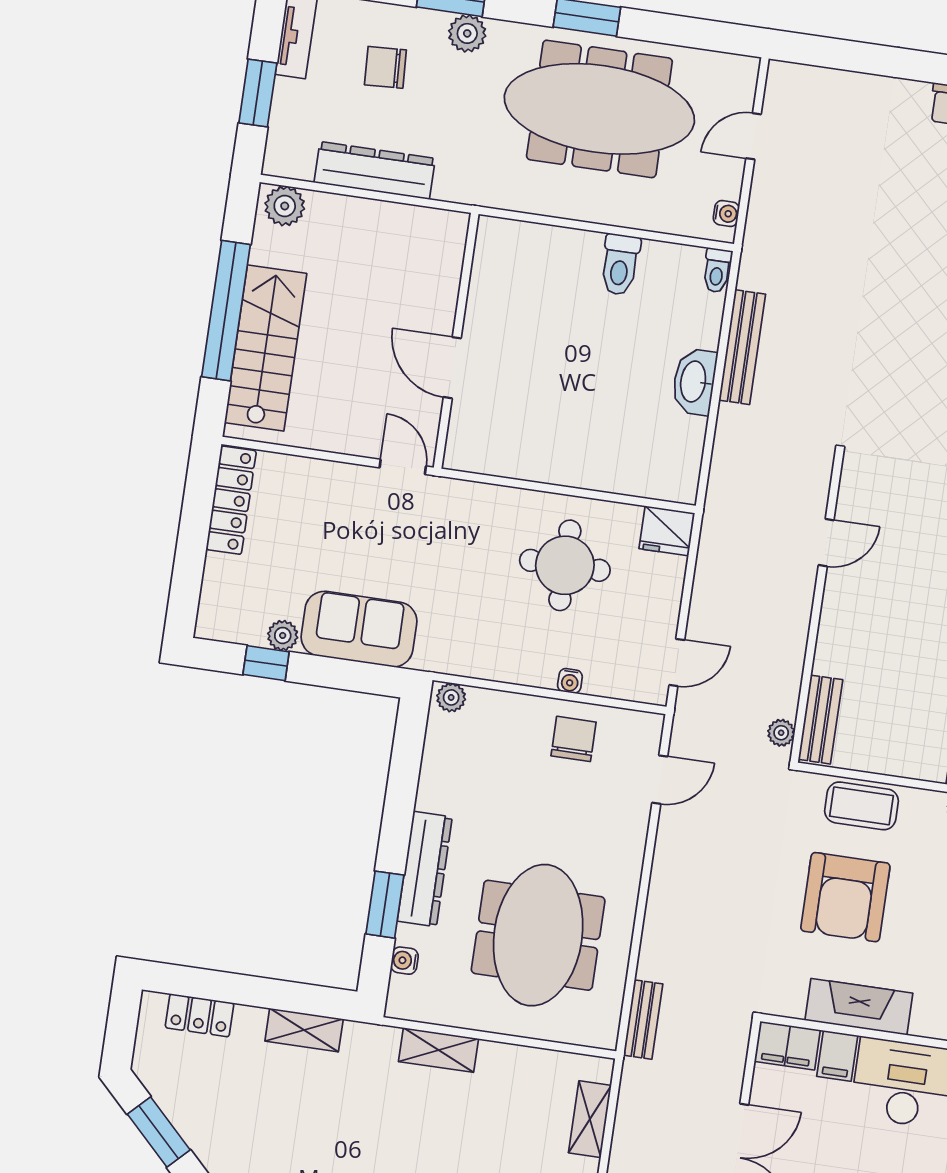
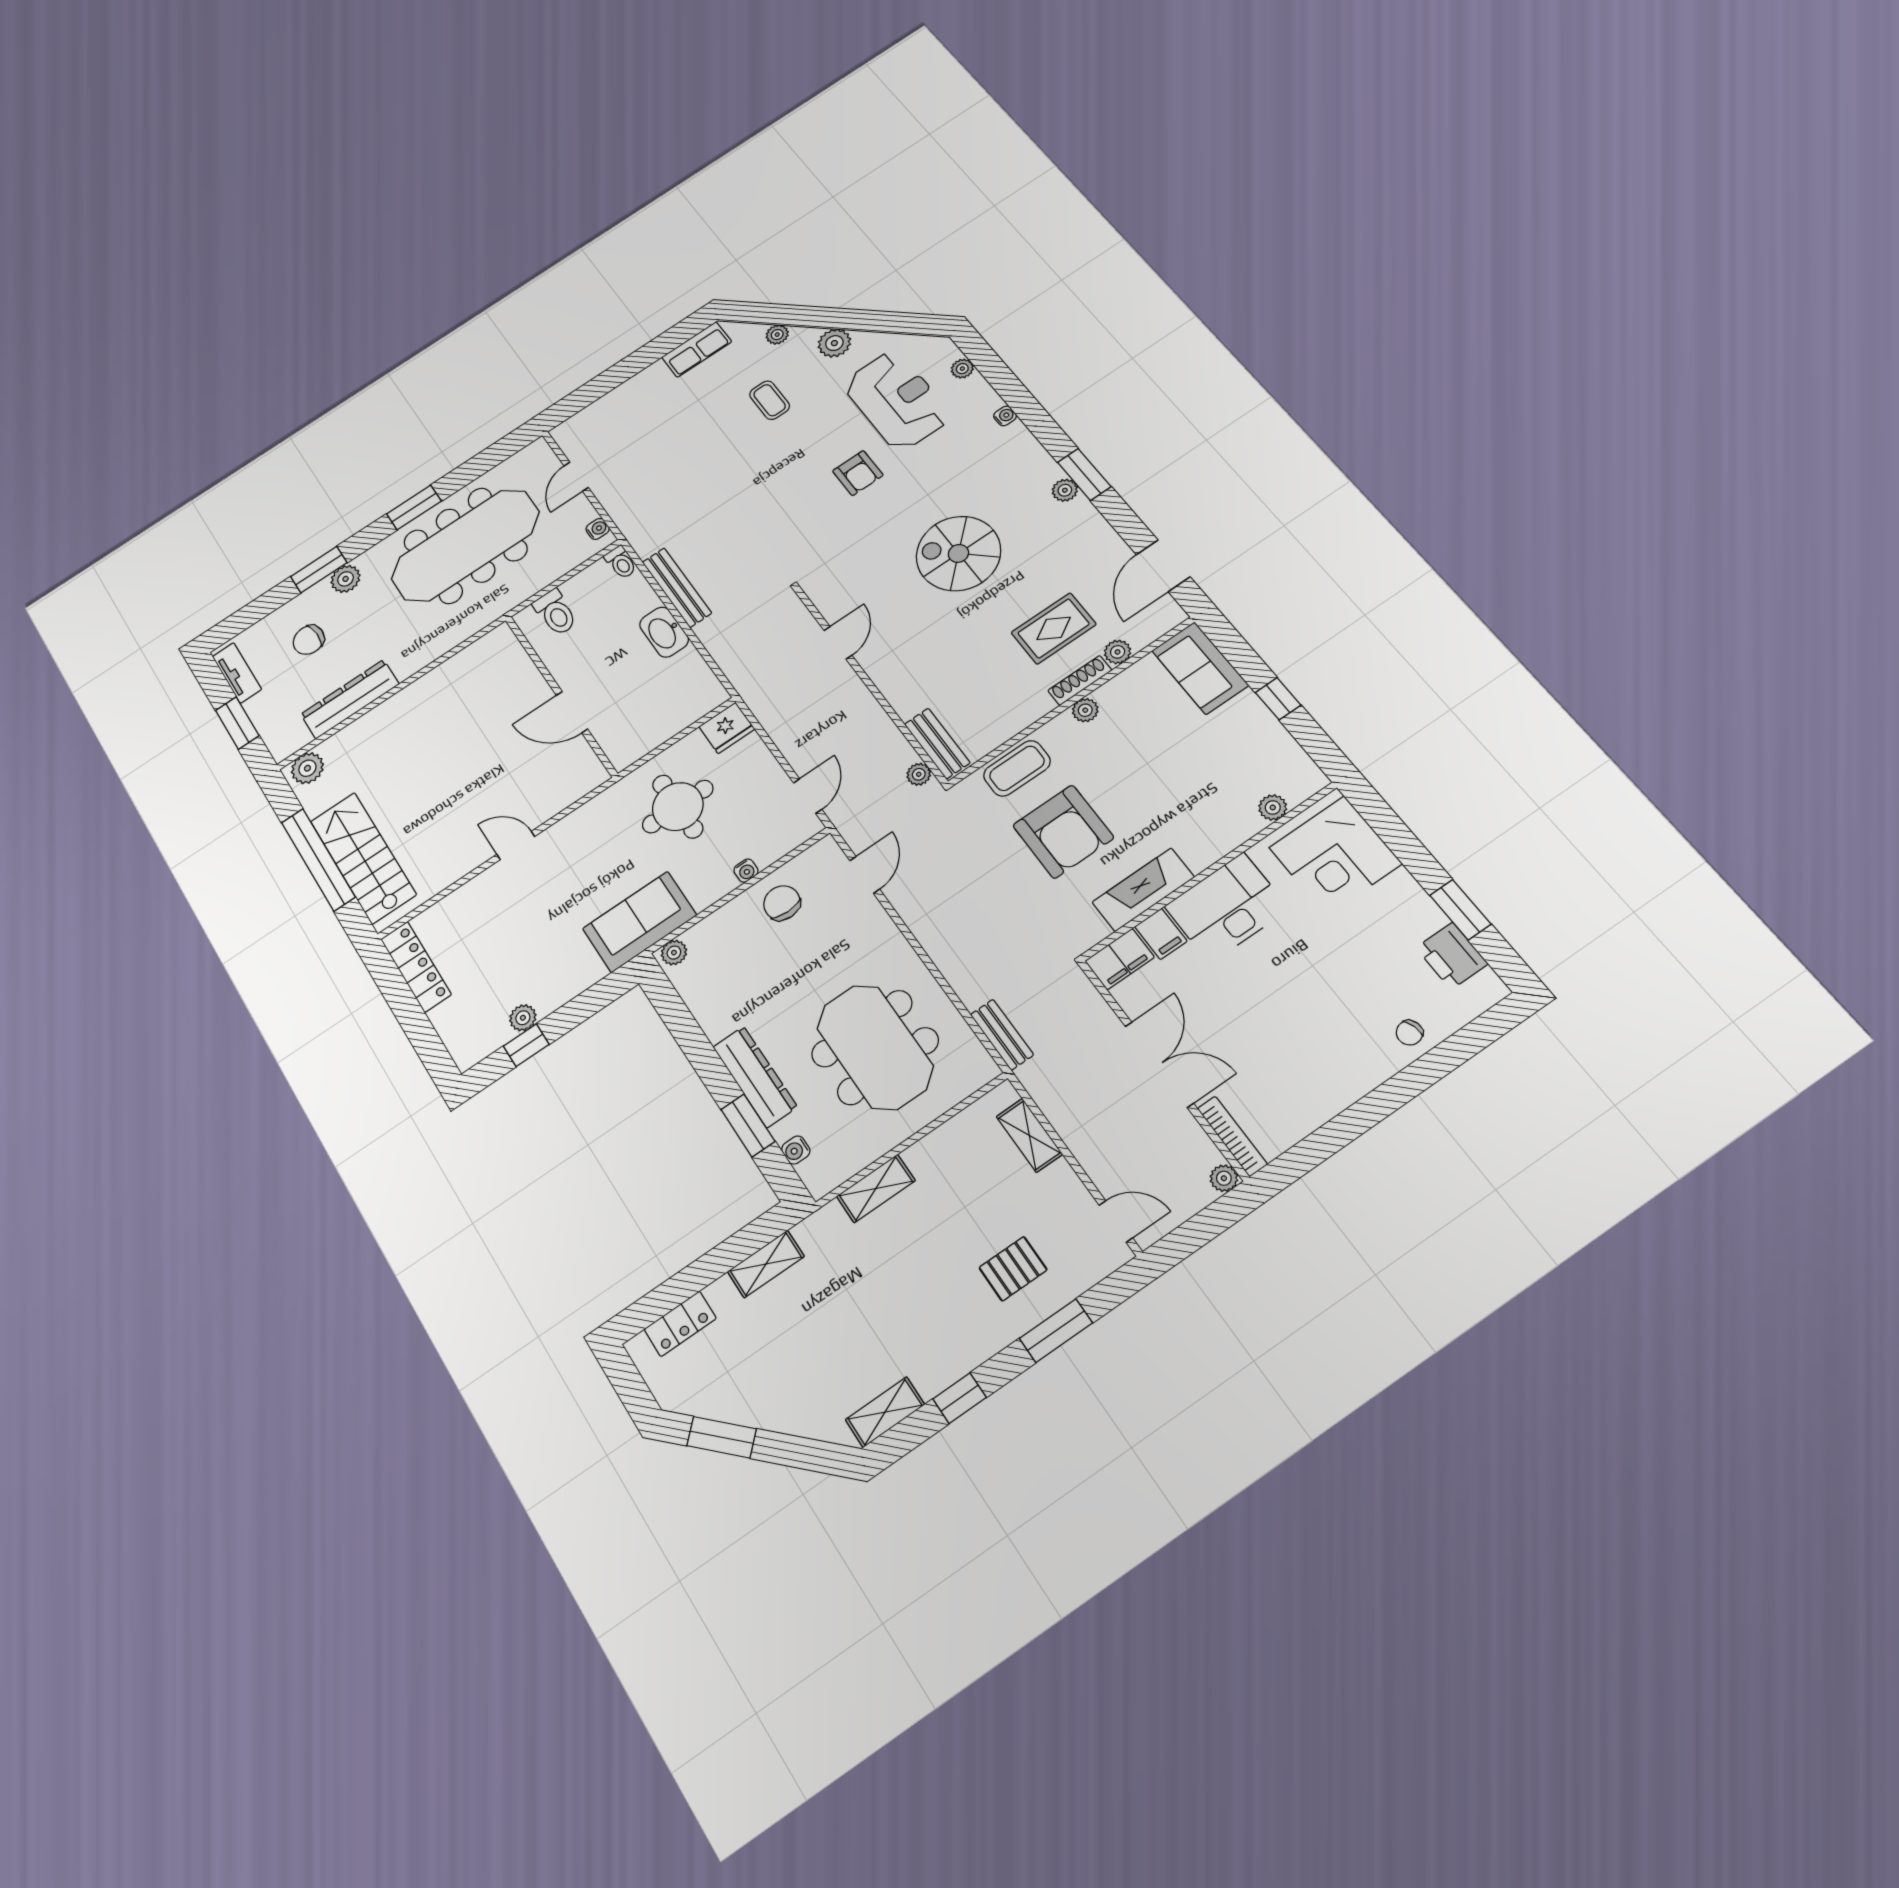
wall: (456, 341) -> (561, 696), moved
door: (452, 368) -> (572, 712), moved
sofa: (359, 629) -> (640, 922), moved

